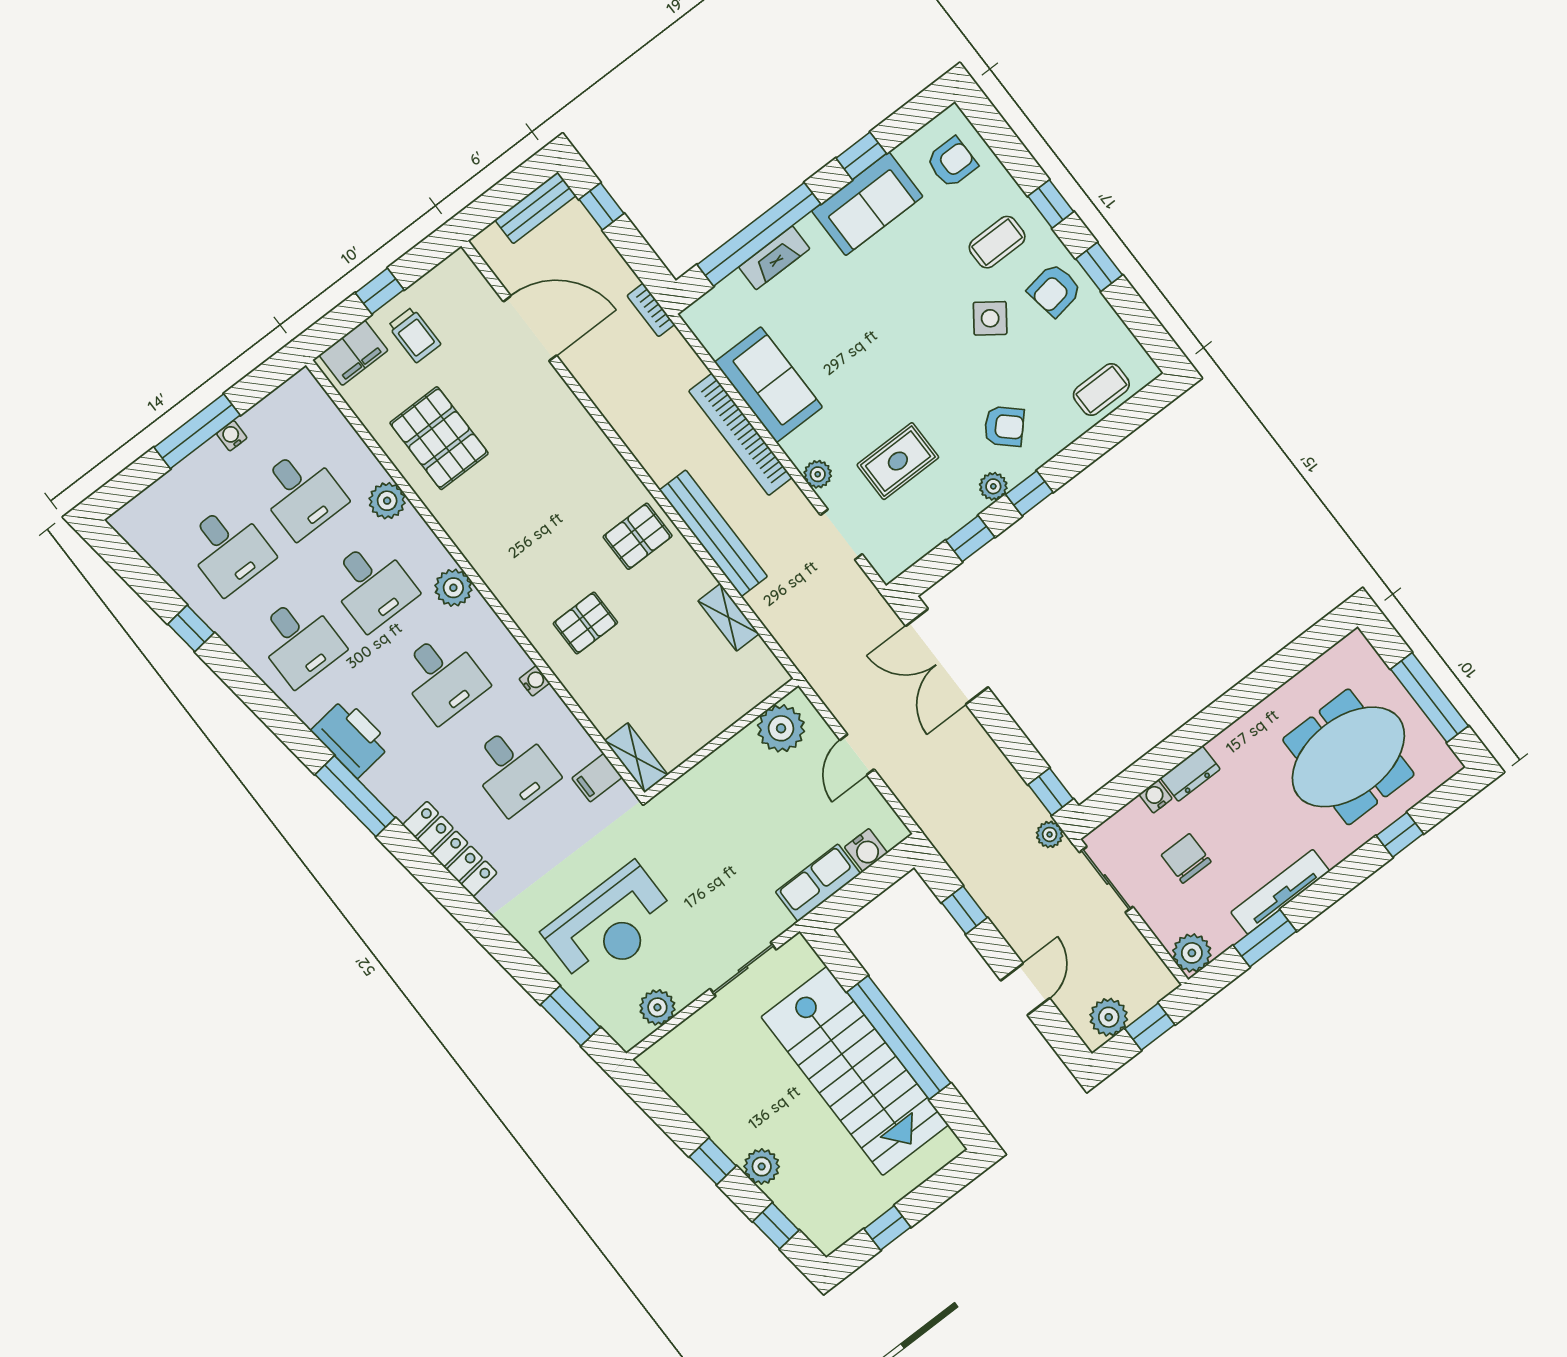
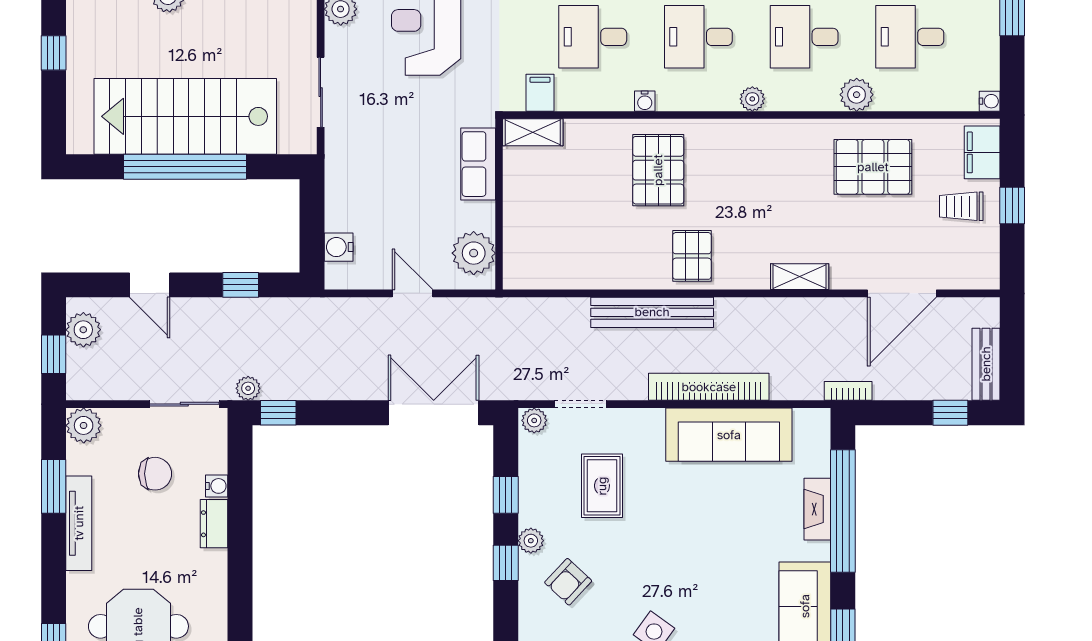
sofa: (769, 385) -> (729, 435), width x1.36
water cooler: (232, 436) -> (990, 101), moved
plant: (818, 474) -> (534, 420), moved
plant: (453, 588) -> (752, 99), width x0.73, depth x0.73
shelving: (729, 617) -> (800, 277), moved
pallet: (585, 623) -> (658, 170), width x1.50, depth x1.42
row of seats: (818, 883) -> (478, 164), moved, turned 180

